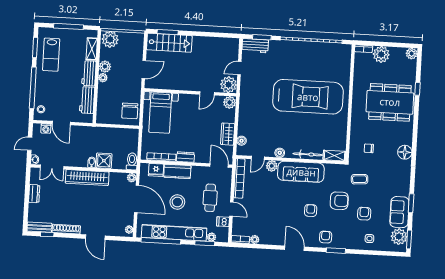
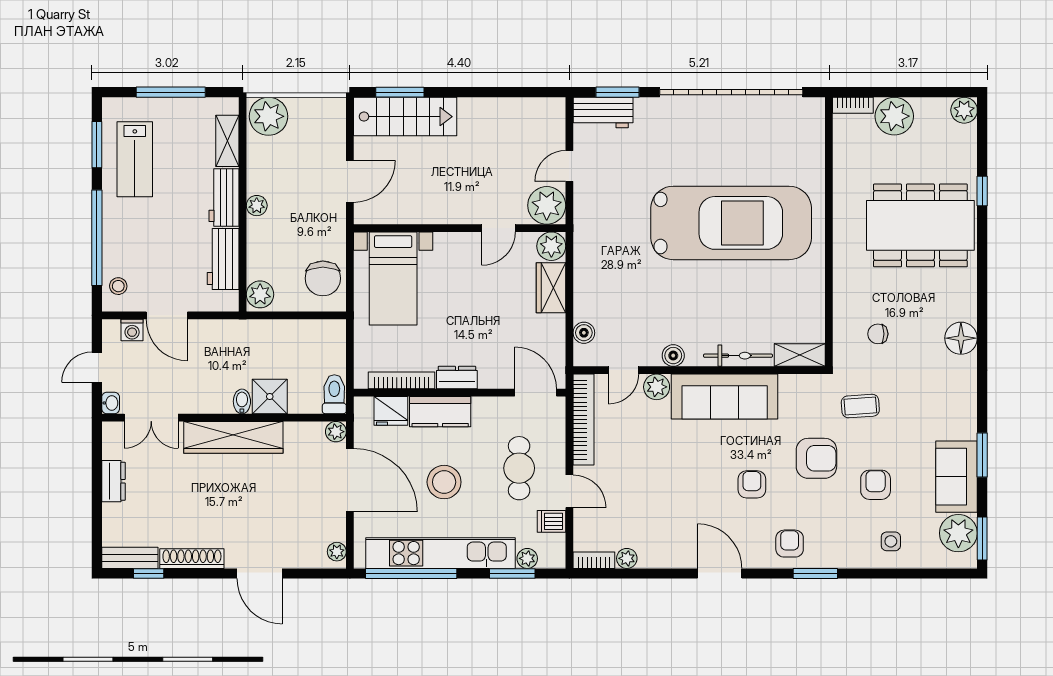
plant: (105, 67) -> (260, 294), moved
wardrobe: (228, 134) -> (551, 288), moved

